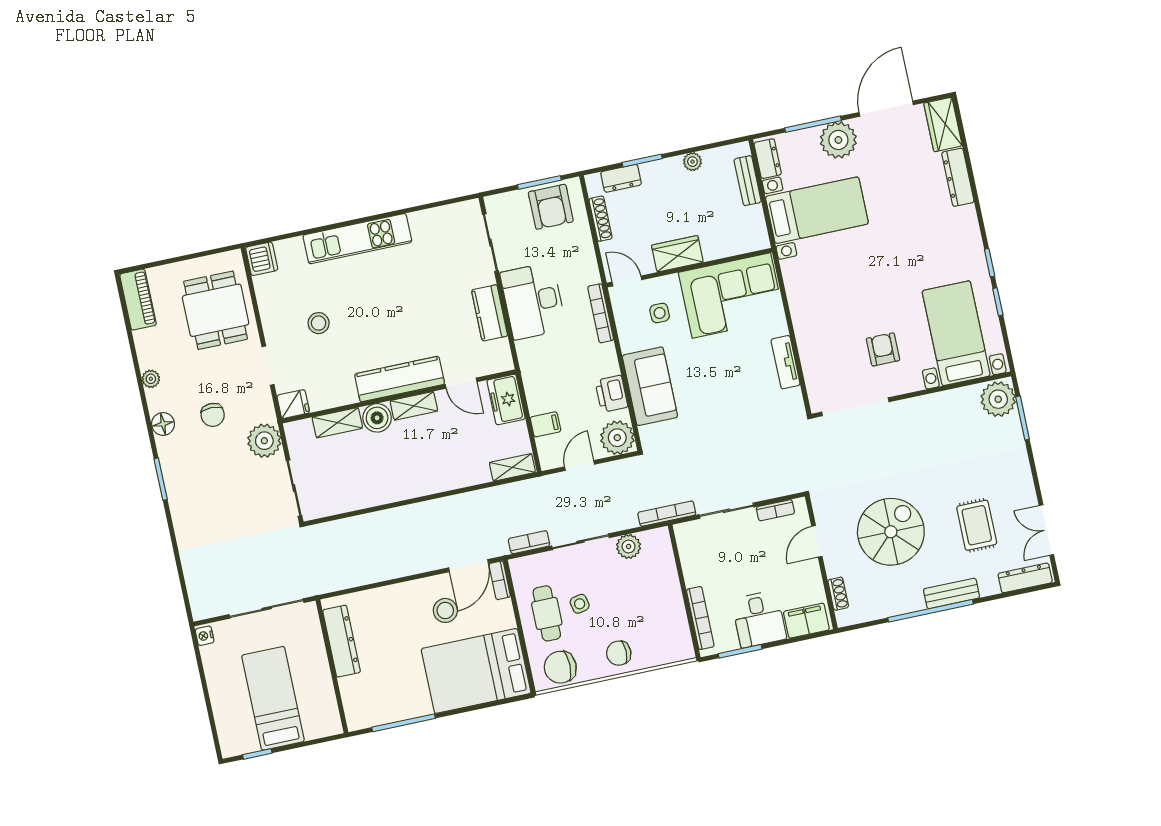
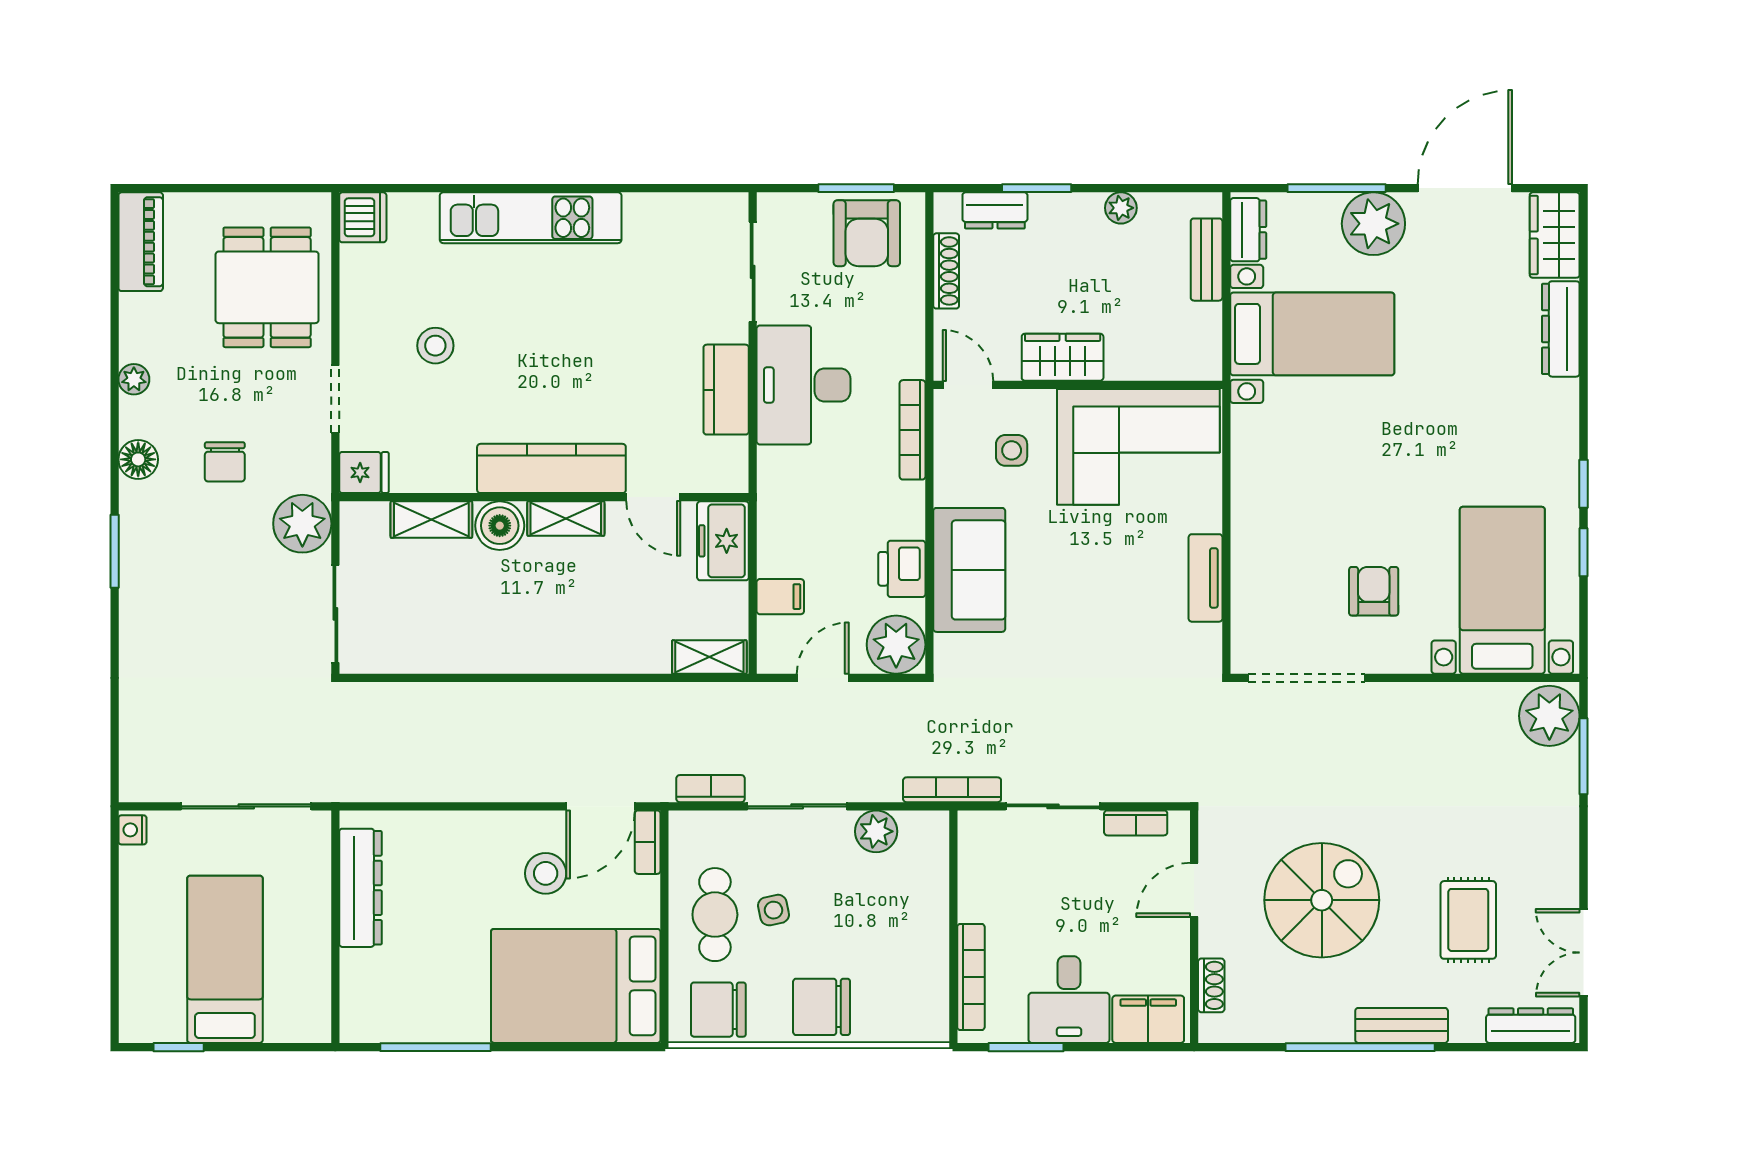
chair: (619, 653) -> (822, 1007), width x1.37, depth x1.37

